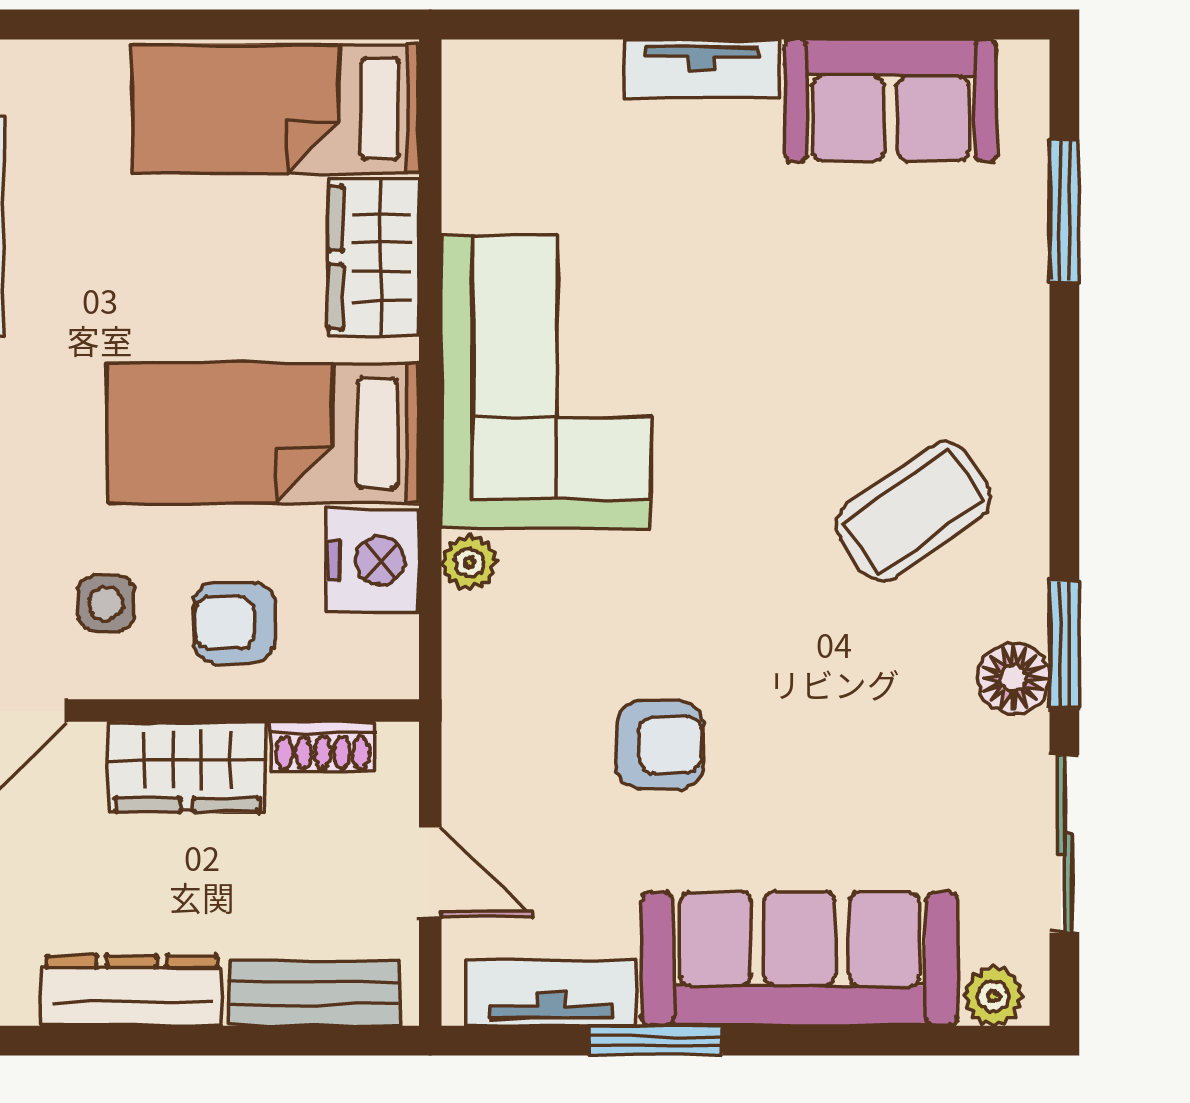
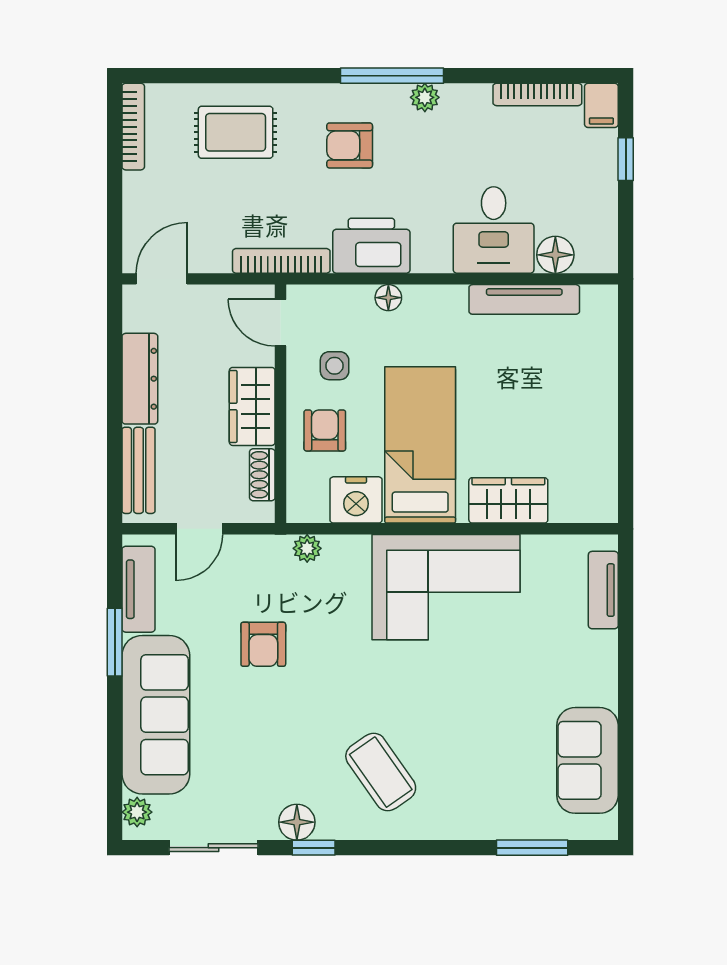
tv unit: (702, 69) -> (603, 590), moved
bed: (276, 109) -> (583, 451), removed
plant: (469, 562) -> (307, 548), moved
window: (1064, 645) -> (314, 848), width x0.67

